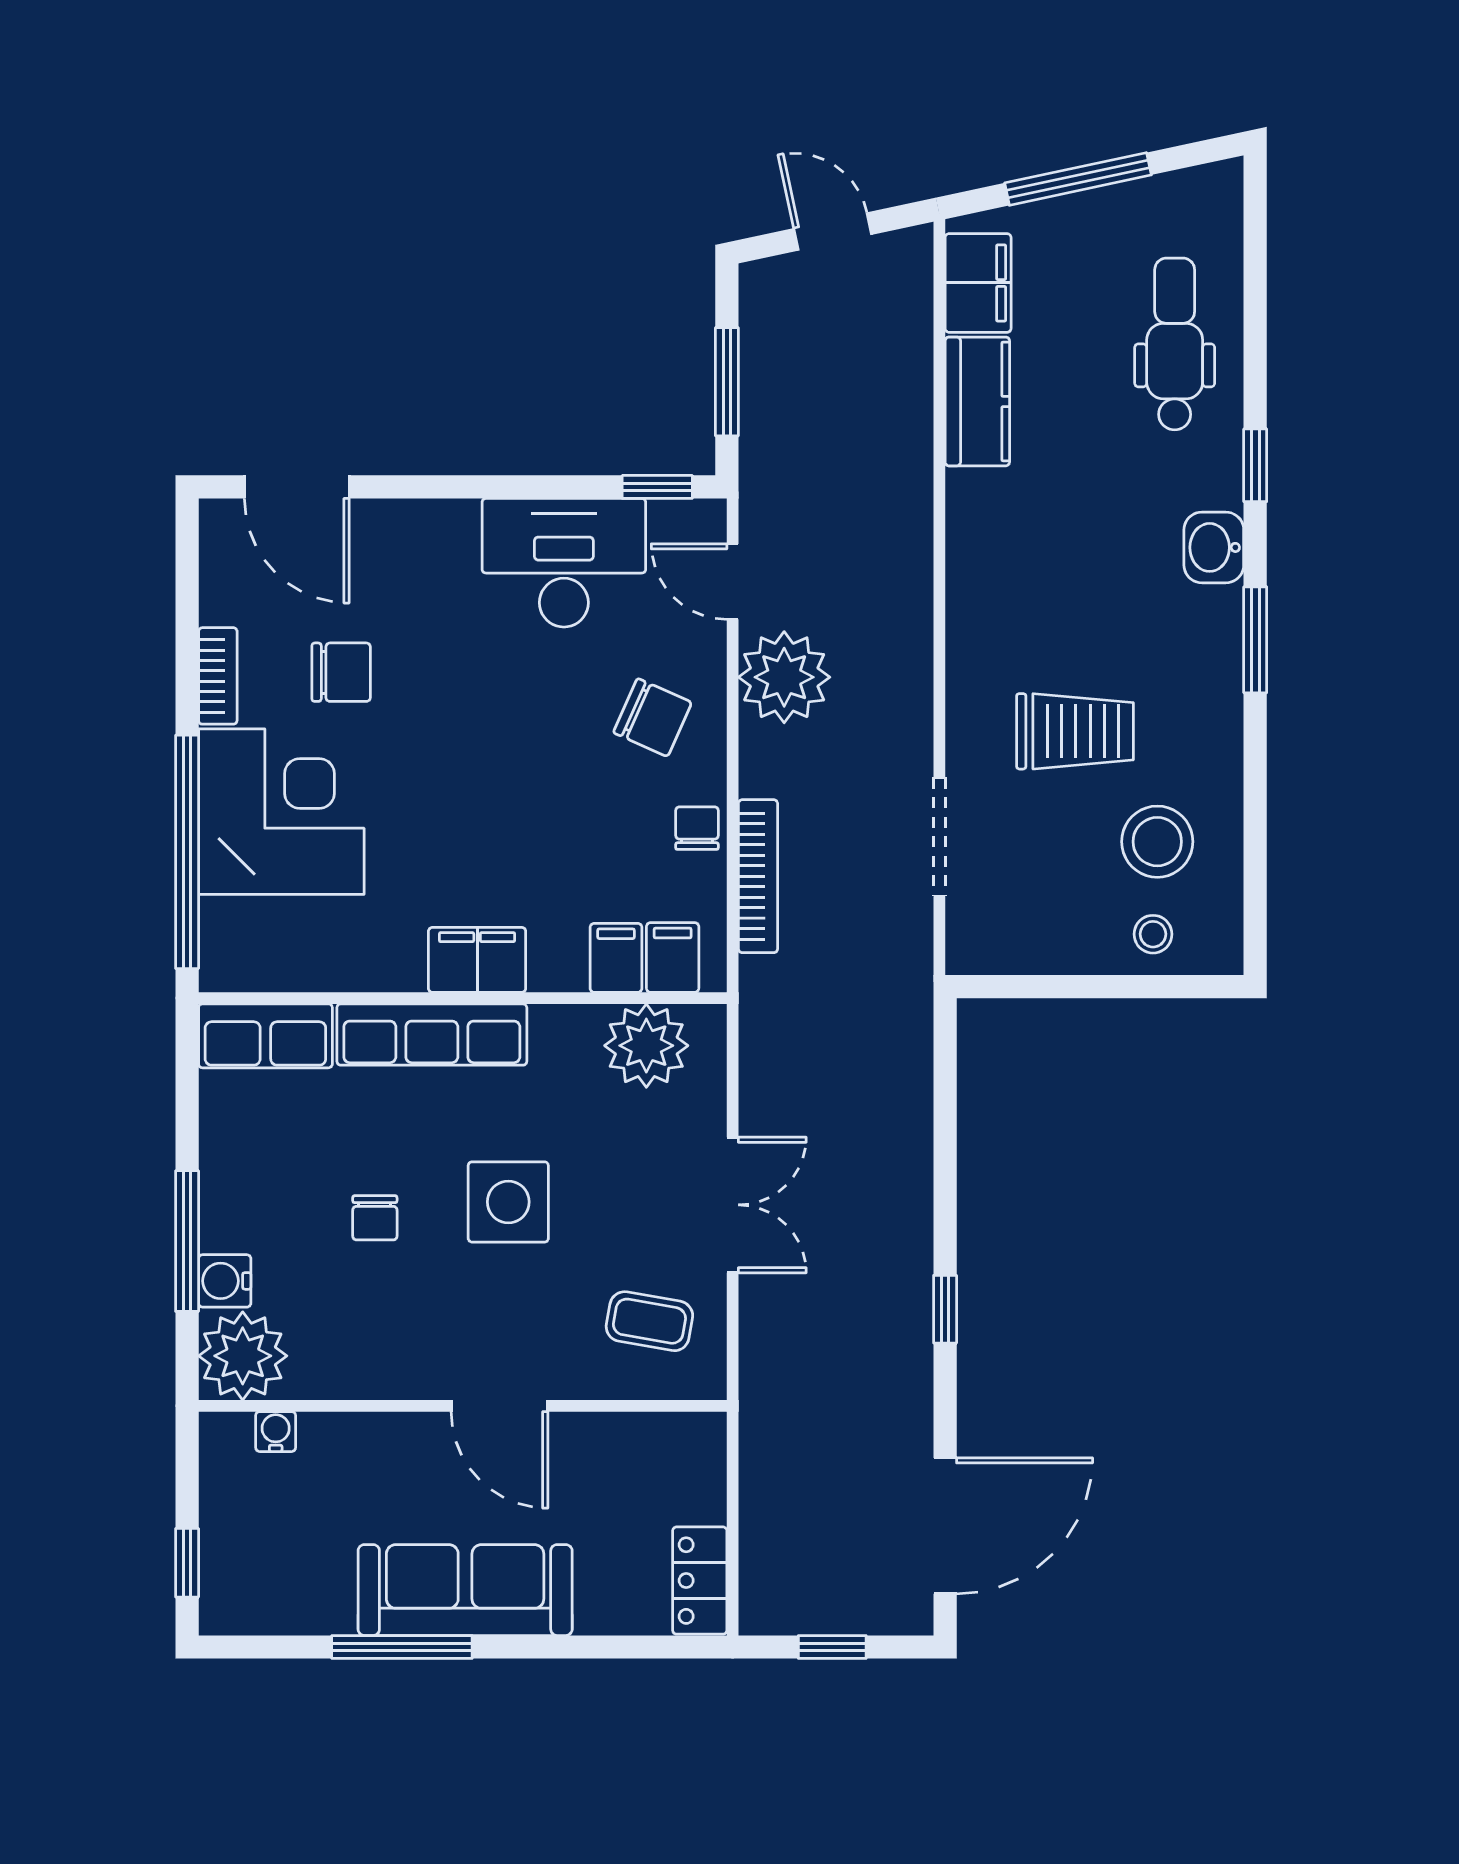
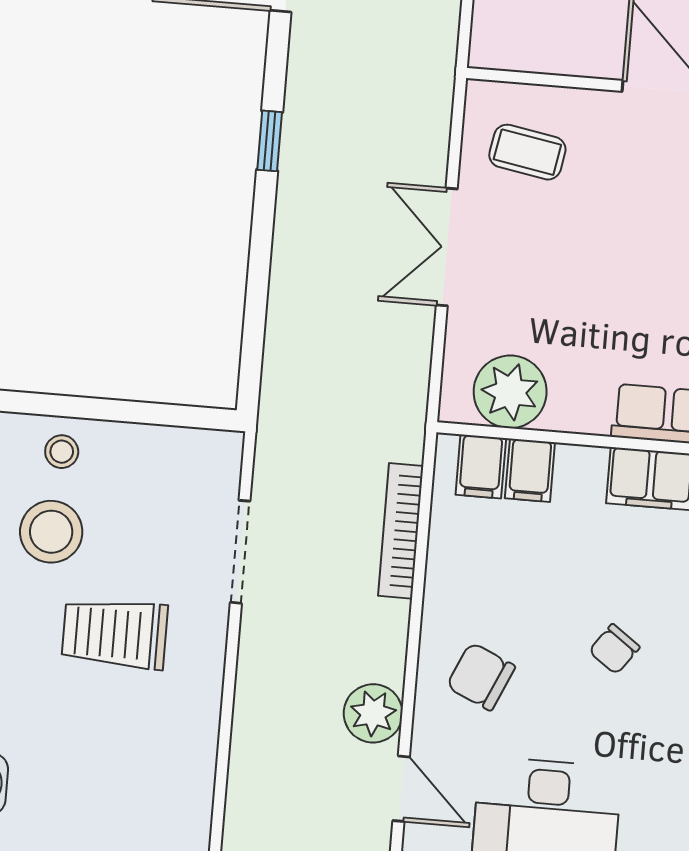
plant: (784, 677) -> (373, 713), width x0.73, depth x0.73
chair: (697, 828) -> (614, 649), moved, turned 36
side table: (508, 1202) -> (641, 266), removed

